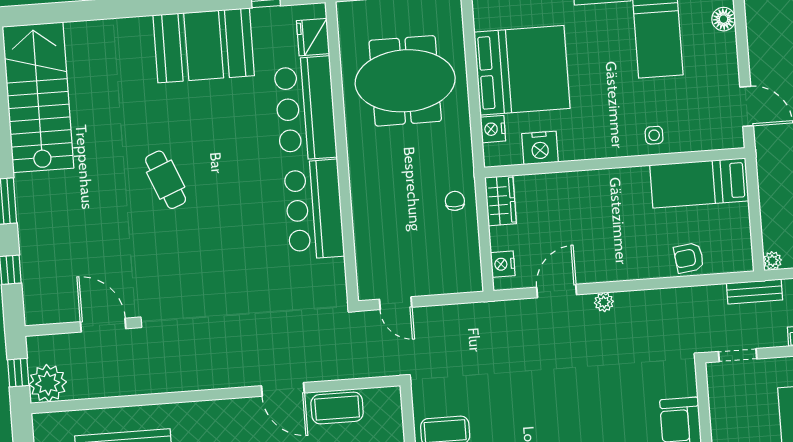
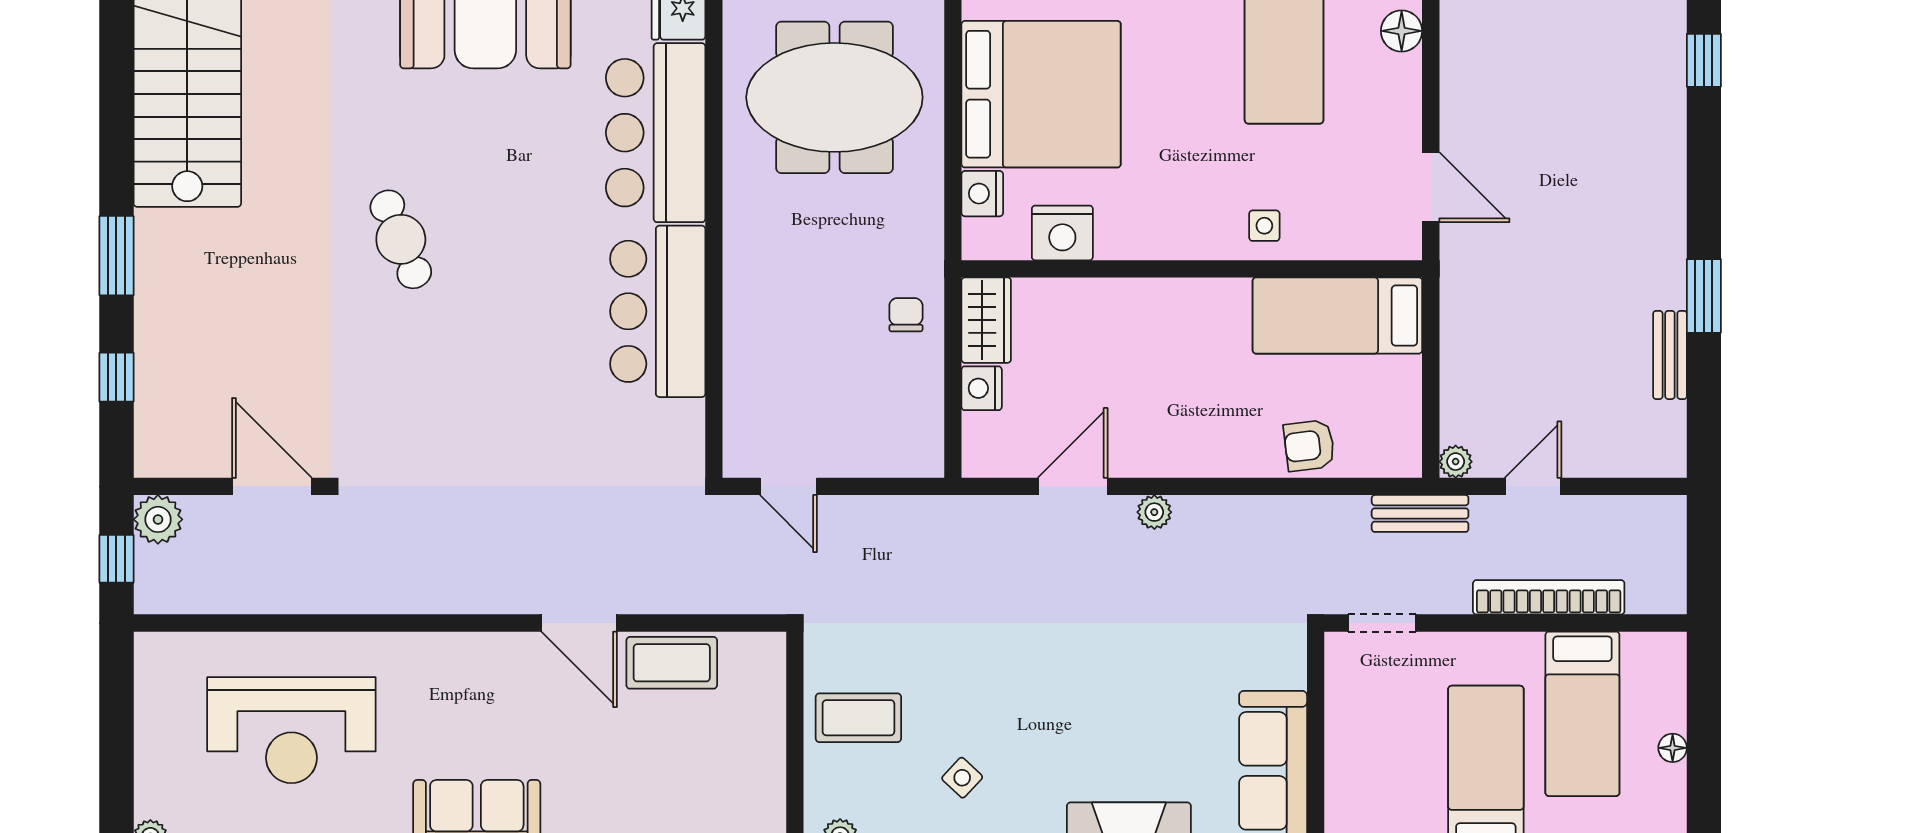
nightstand: (503, 264) -> (982, 388), moved
plant: (48, 383) -> (158, 519), moved, width x0.73, depth x0.73

